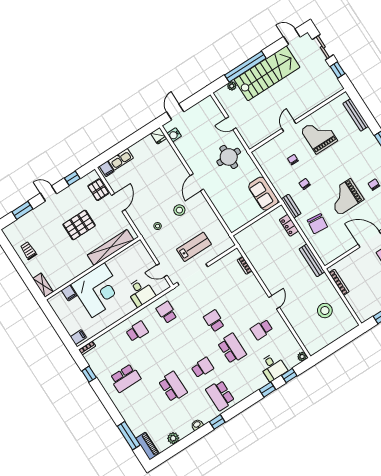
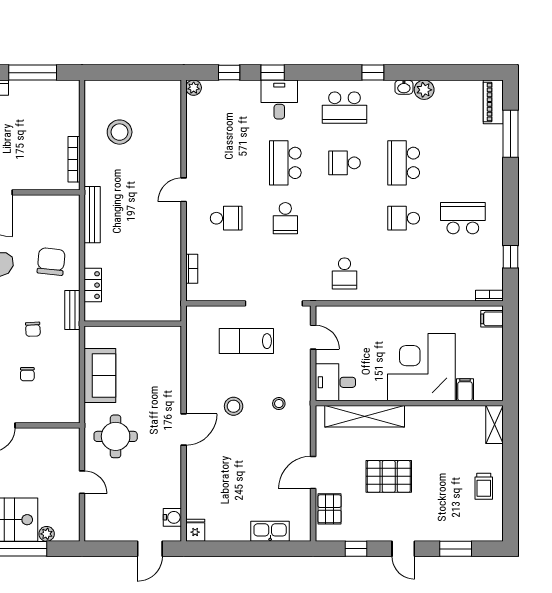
filing cabinet: (107, 169) -> (299, 531), removed
sofa: (263, 194) -> (100, 376), moved
desk: (141, 292) -> (335, 382), moved, turned -90
school desk: (262, 329) -> (226, 218), moved
school desk: (137, 331) -> (404, 218), moved
desk: (273, 367) -> (279, 100), moved
school desk: (220, 395) -> (344, 108), turned 90
plant: (173, 438) -> (424, 90), moved

